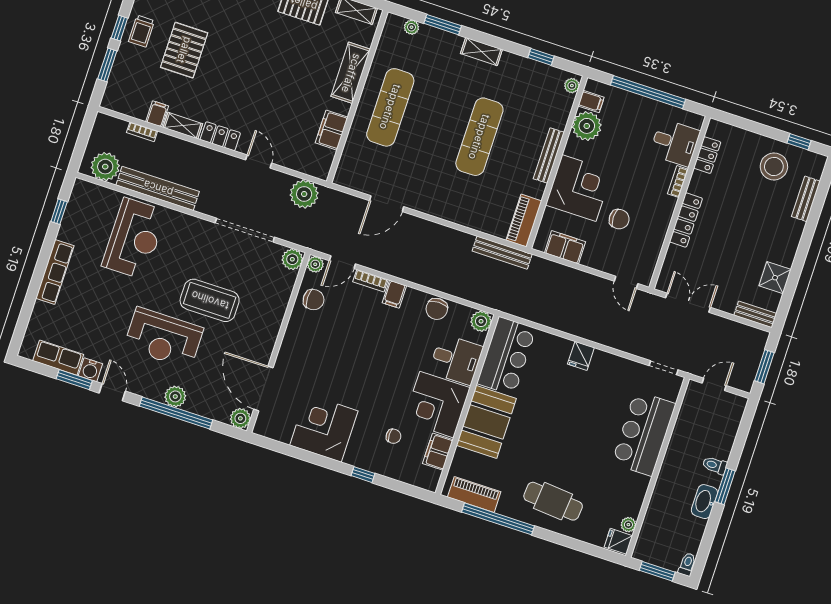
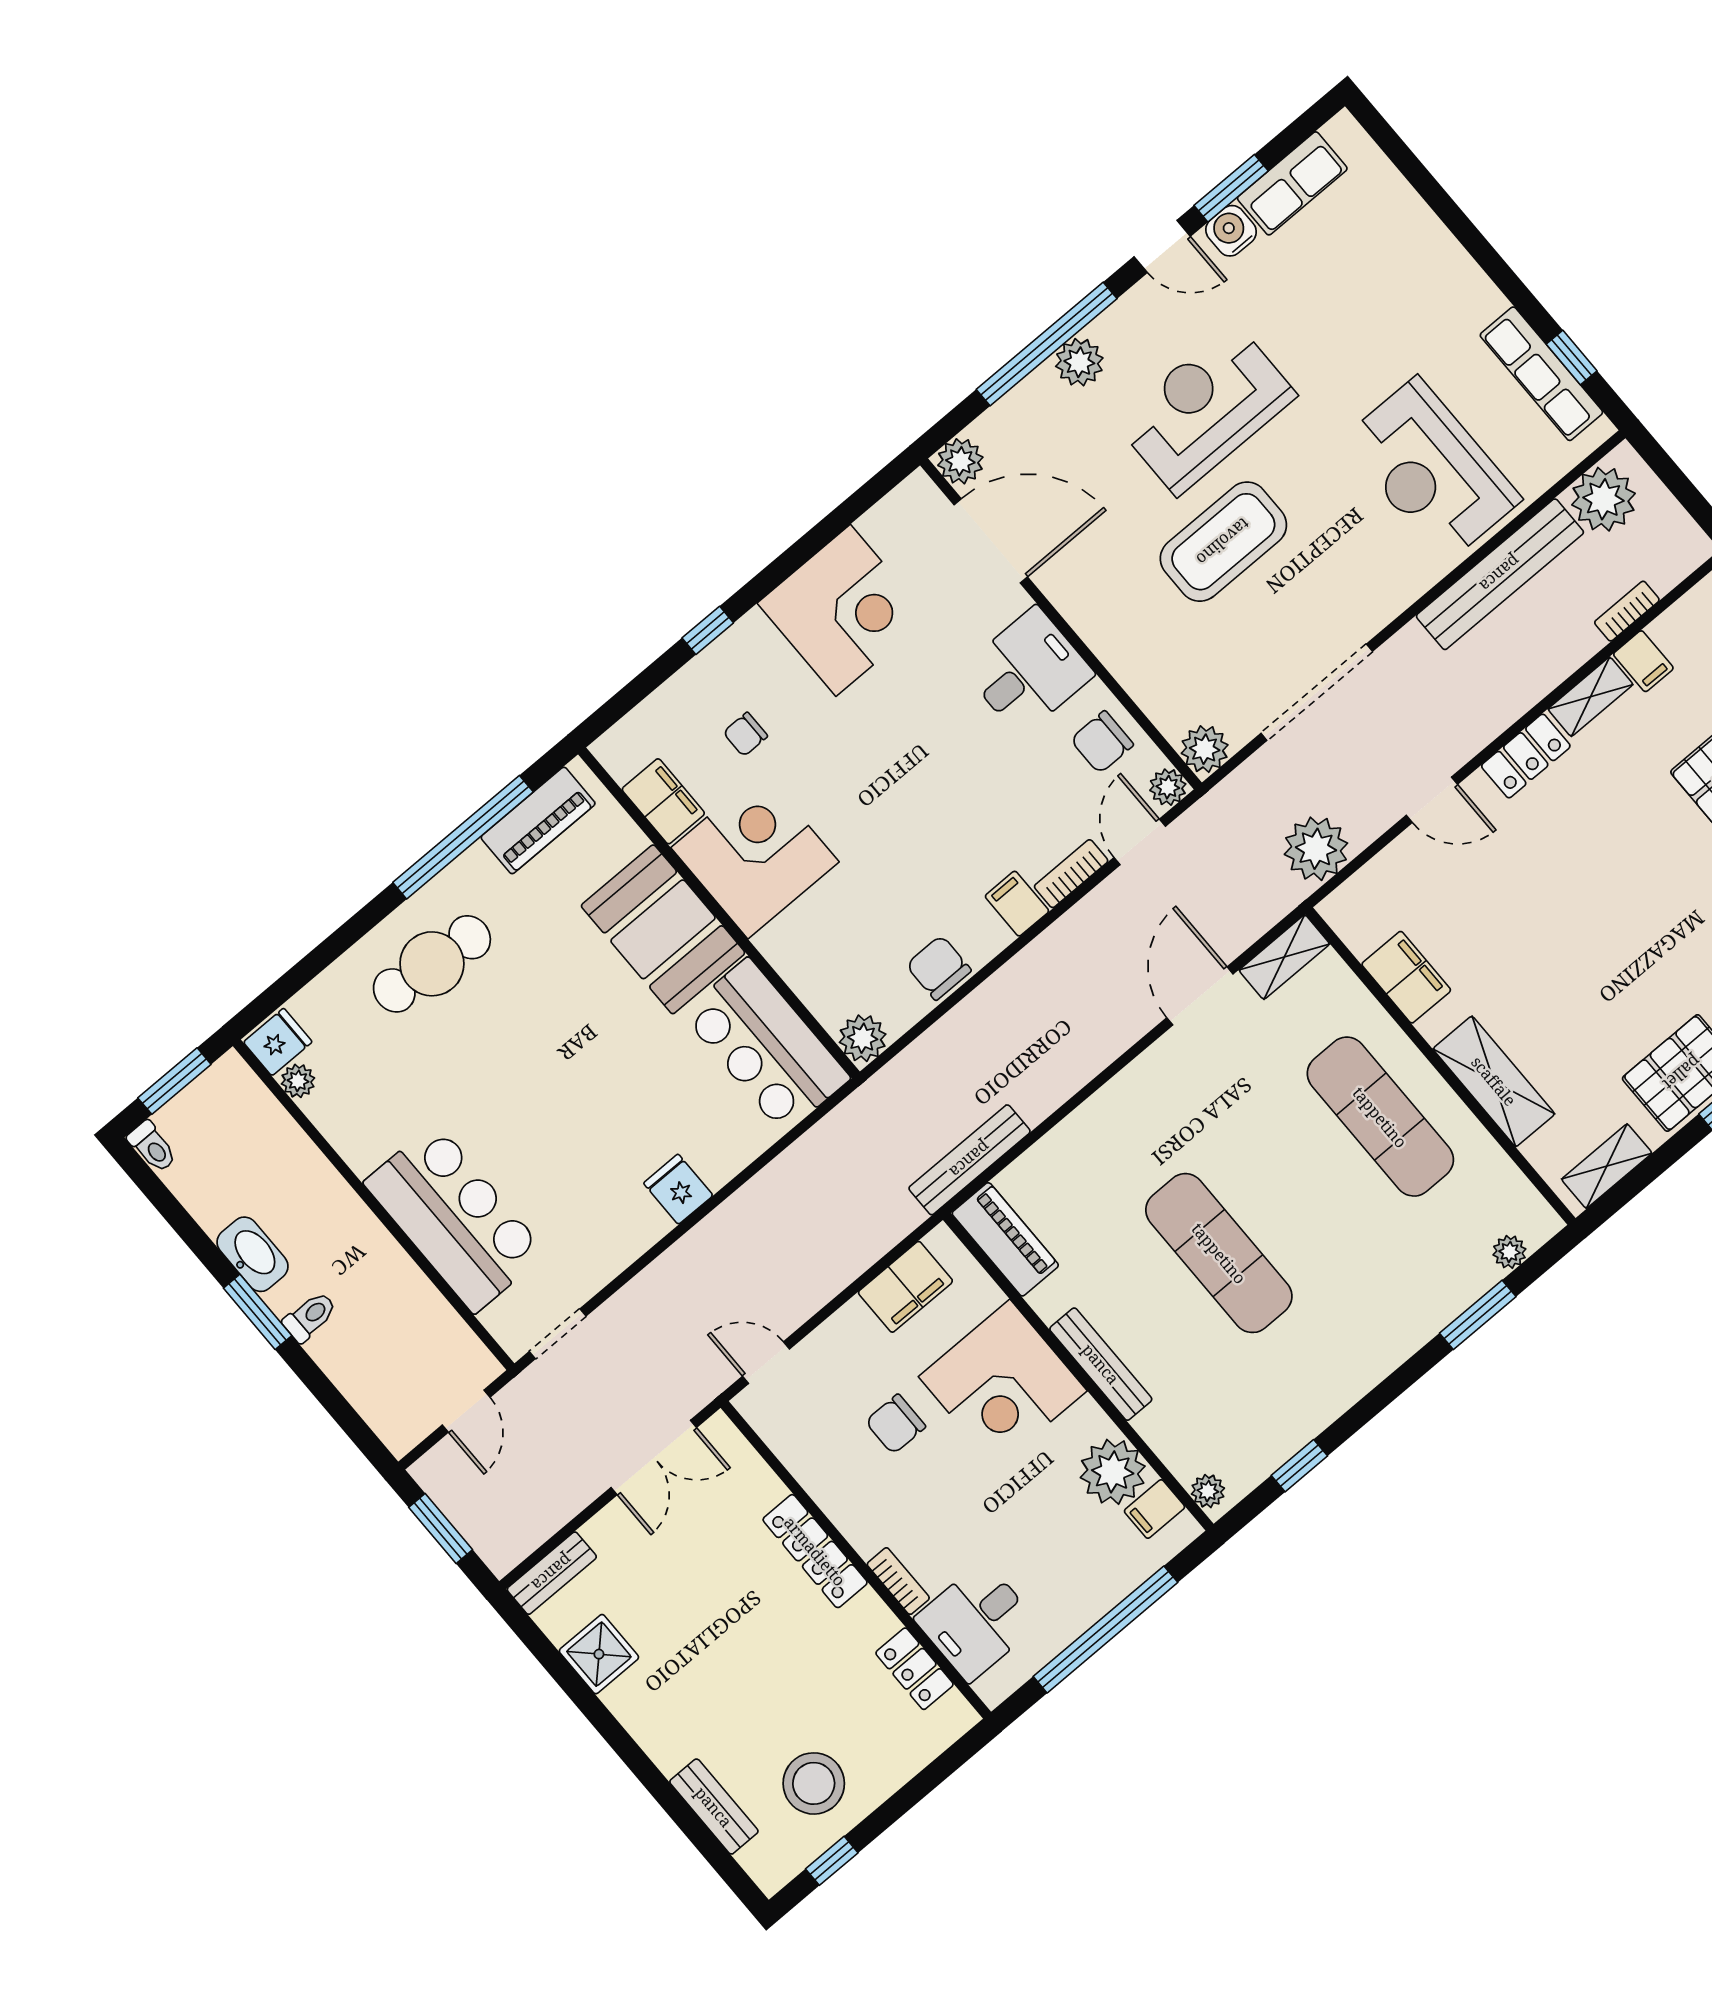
shelving: (481, 52) -> (1284, 957), moved
row of seats: (55, 272) -> (1541, 374), moved
desk: (456, 359) -> (1028, 671), moved, turned 180

